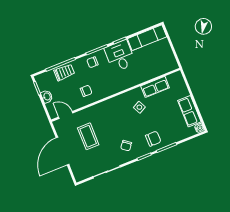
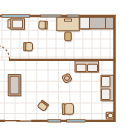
row of seats: (189, 111) -> (107, 88), moved

